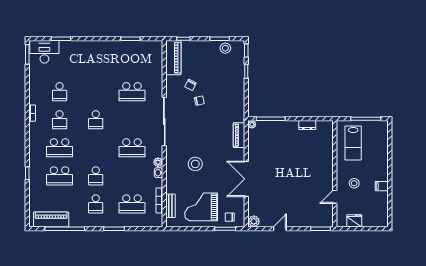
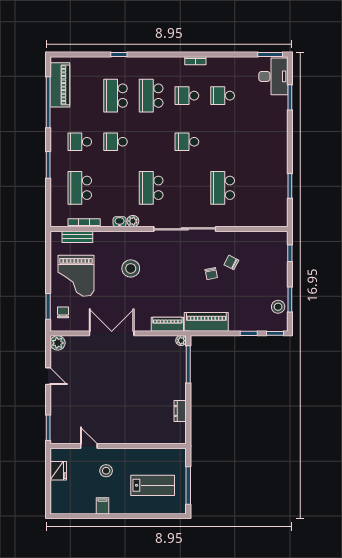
piano: (173, 58) -> (206, 322), moved, turned 180
lab bench: (353, 143) -> (153, 485), moved, turned 180
grand piano: (201, 207) -> (76, 276), turned 180

